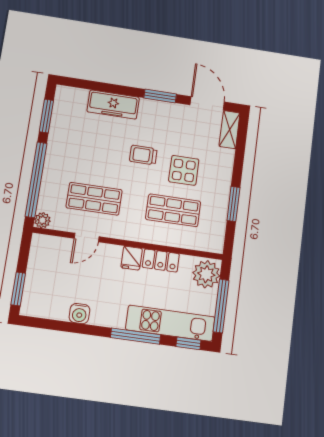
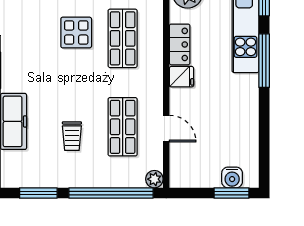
trolley: (143, 155) -> (72, 136), moved
water cooler: (79, 314) -> (232, 177), moved, turned 90

